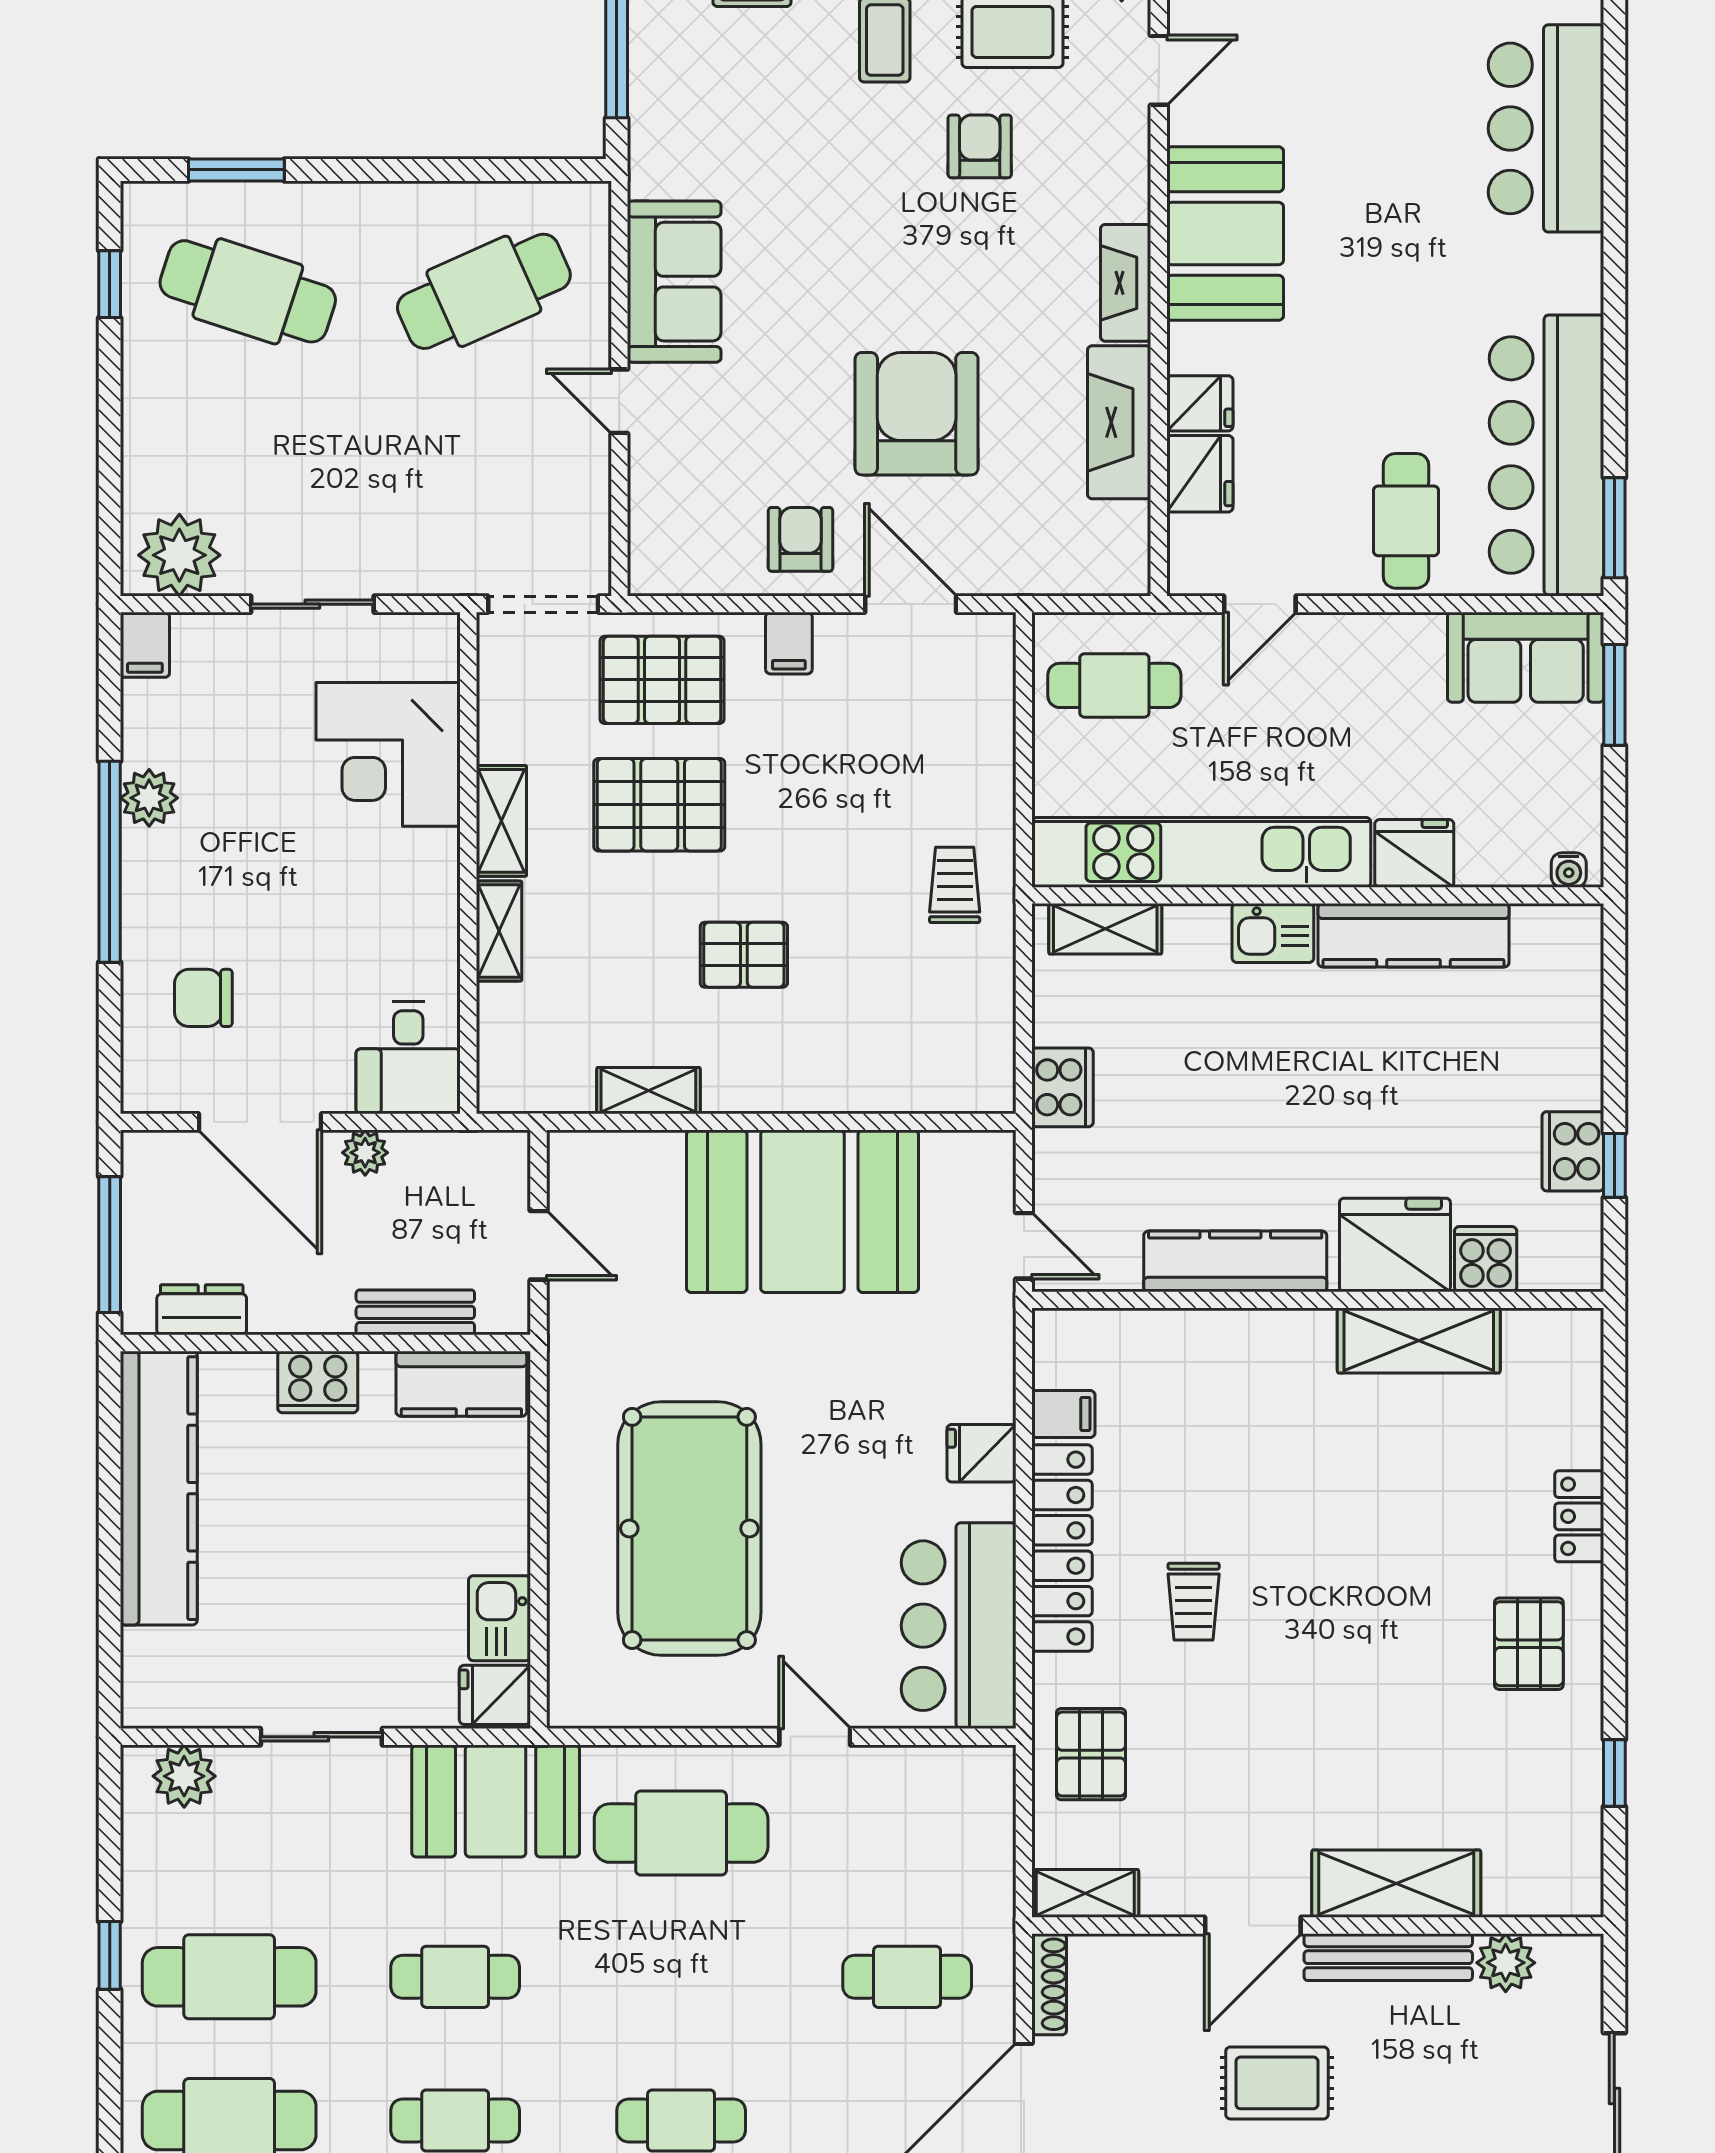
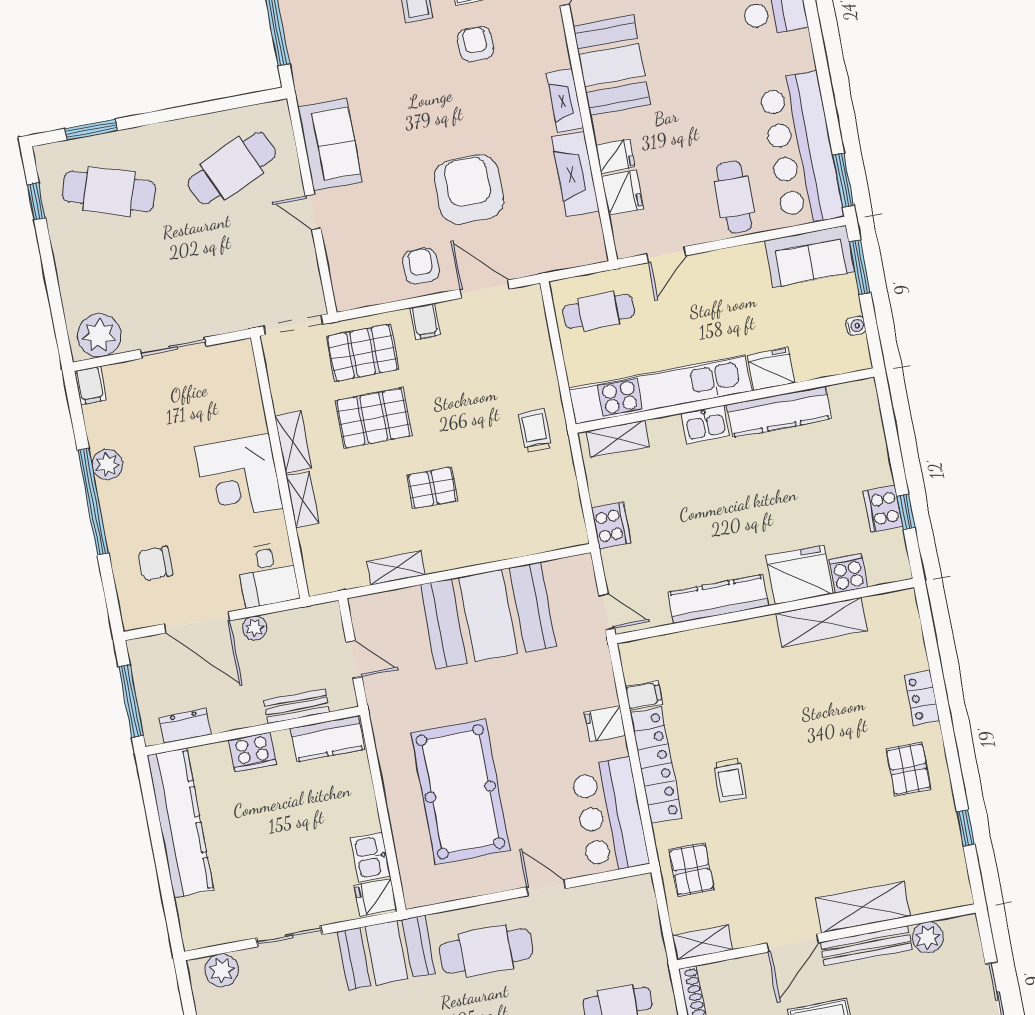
corner desk: (388, 754) -> (239, 478), moved
water cooler: (1569, 870) -> (856, 326), moved, turned -90

